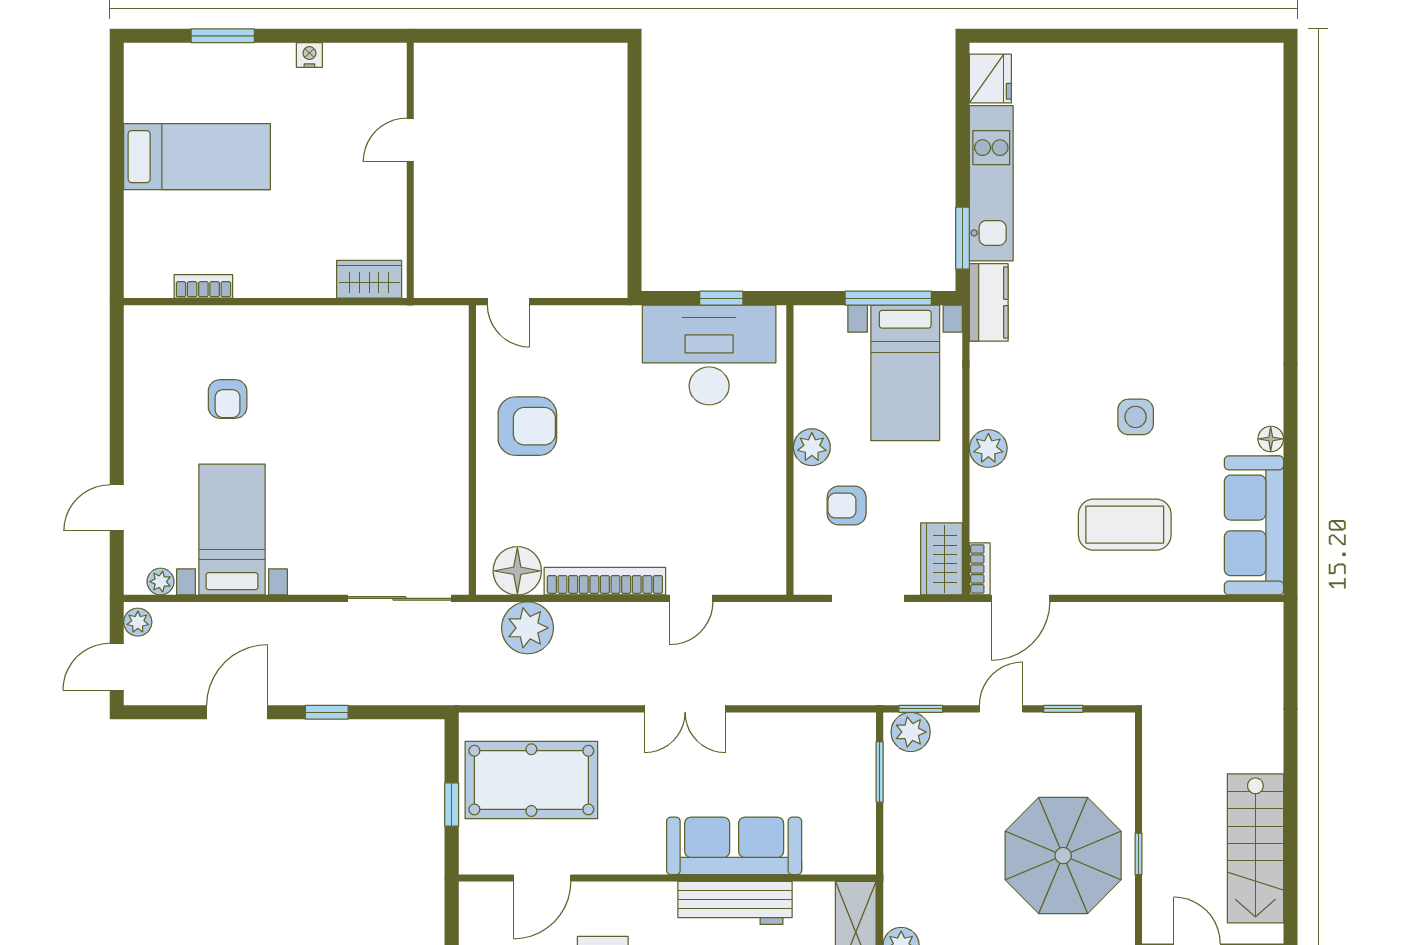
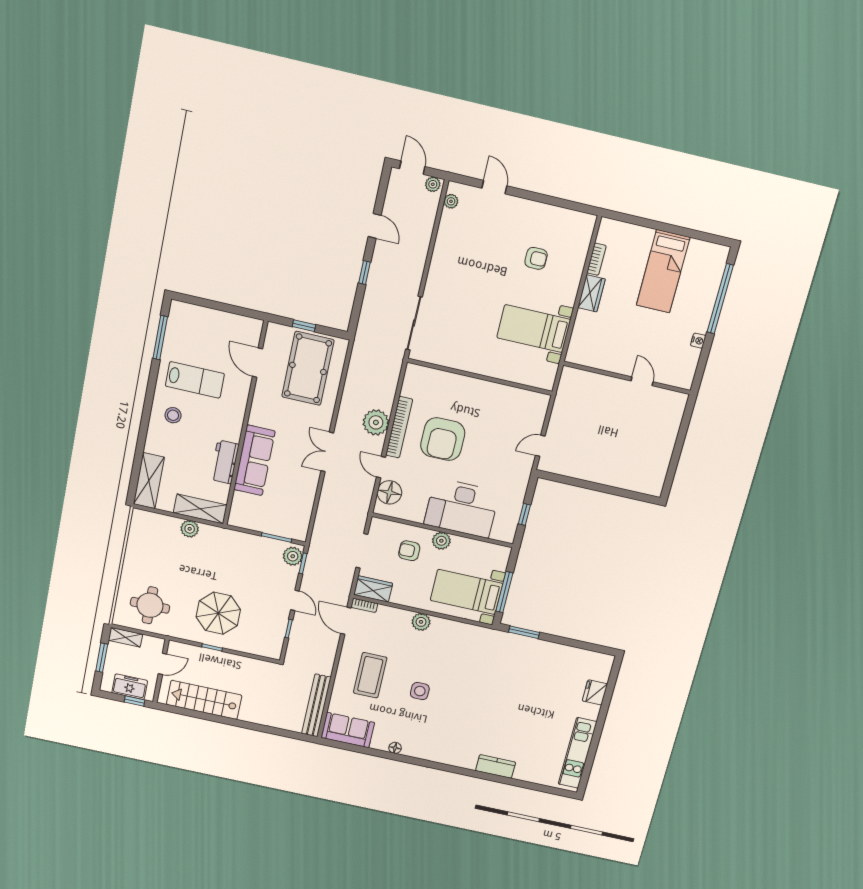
window: (223, 36) -> (720, 299), width x2.11
fridge: (990, 79) -> (595, 692), moved, turned 90
kitchen unit: (991, 183) -> (578, 753), moved, turned 90
wardrobe: (369, 279) -> (591, 293), moved
door: (508, 302) -> (540, 446), moved
kitchen counter: (989, 302) -> (496, 766), moved, turned 180
desk: (709, 355) -> (462, 508), moved, turned 90
armchair: (228, 399) -> (536, 258), turned 180
armchair: (527, 426) -> (443, 439), moved, width x1.36, depth x1.36
armchair: (847, 506) -> (409, 551), turned -90
sofa: (1254, 525) -> (348, 730), width x0.73
bed with nightstands: (232, 529) -> (534, 329), moved, turned 180
floor lamp: (517, 571) -> (389, 492), moved
bench: (1215, 619) -> (316, 705), added
plant: (528, 628) -> (376, 422), moved
door: (237, 712) -> (375, 226), width x0.73
parasol: (1063, 856) -> (218, 613), width x0.73, depth x0.73
workbench: (735, 903) -> (225, 462), width x0.73

